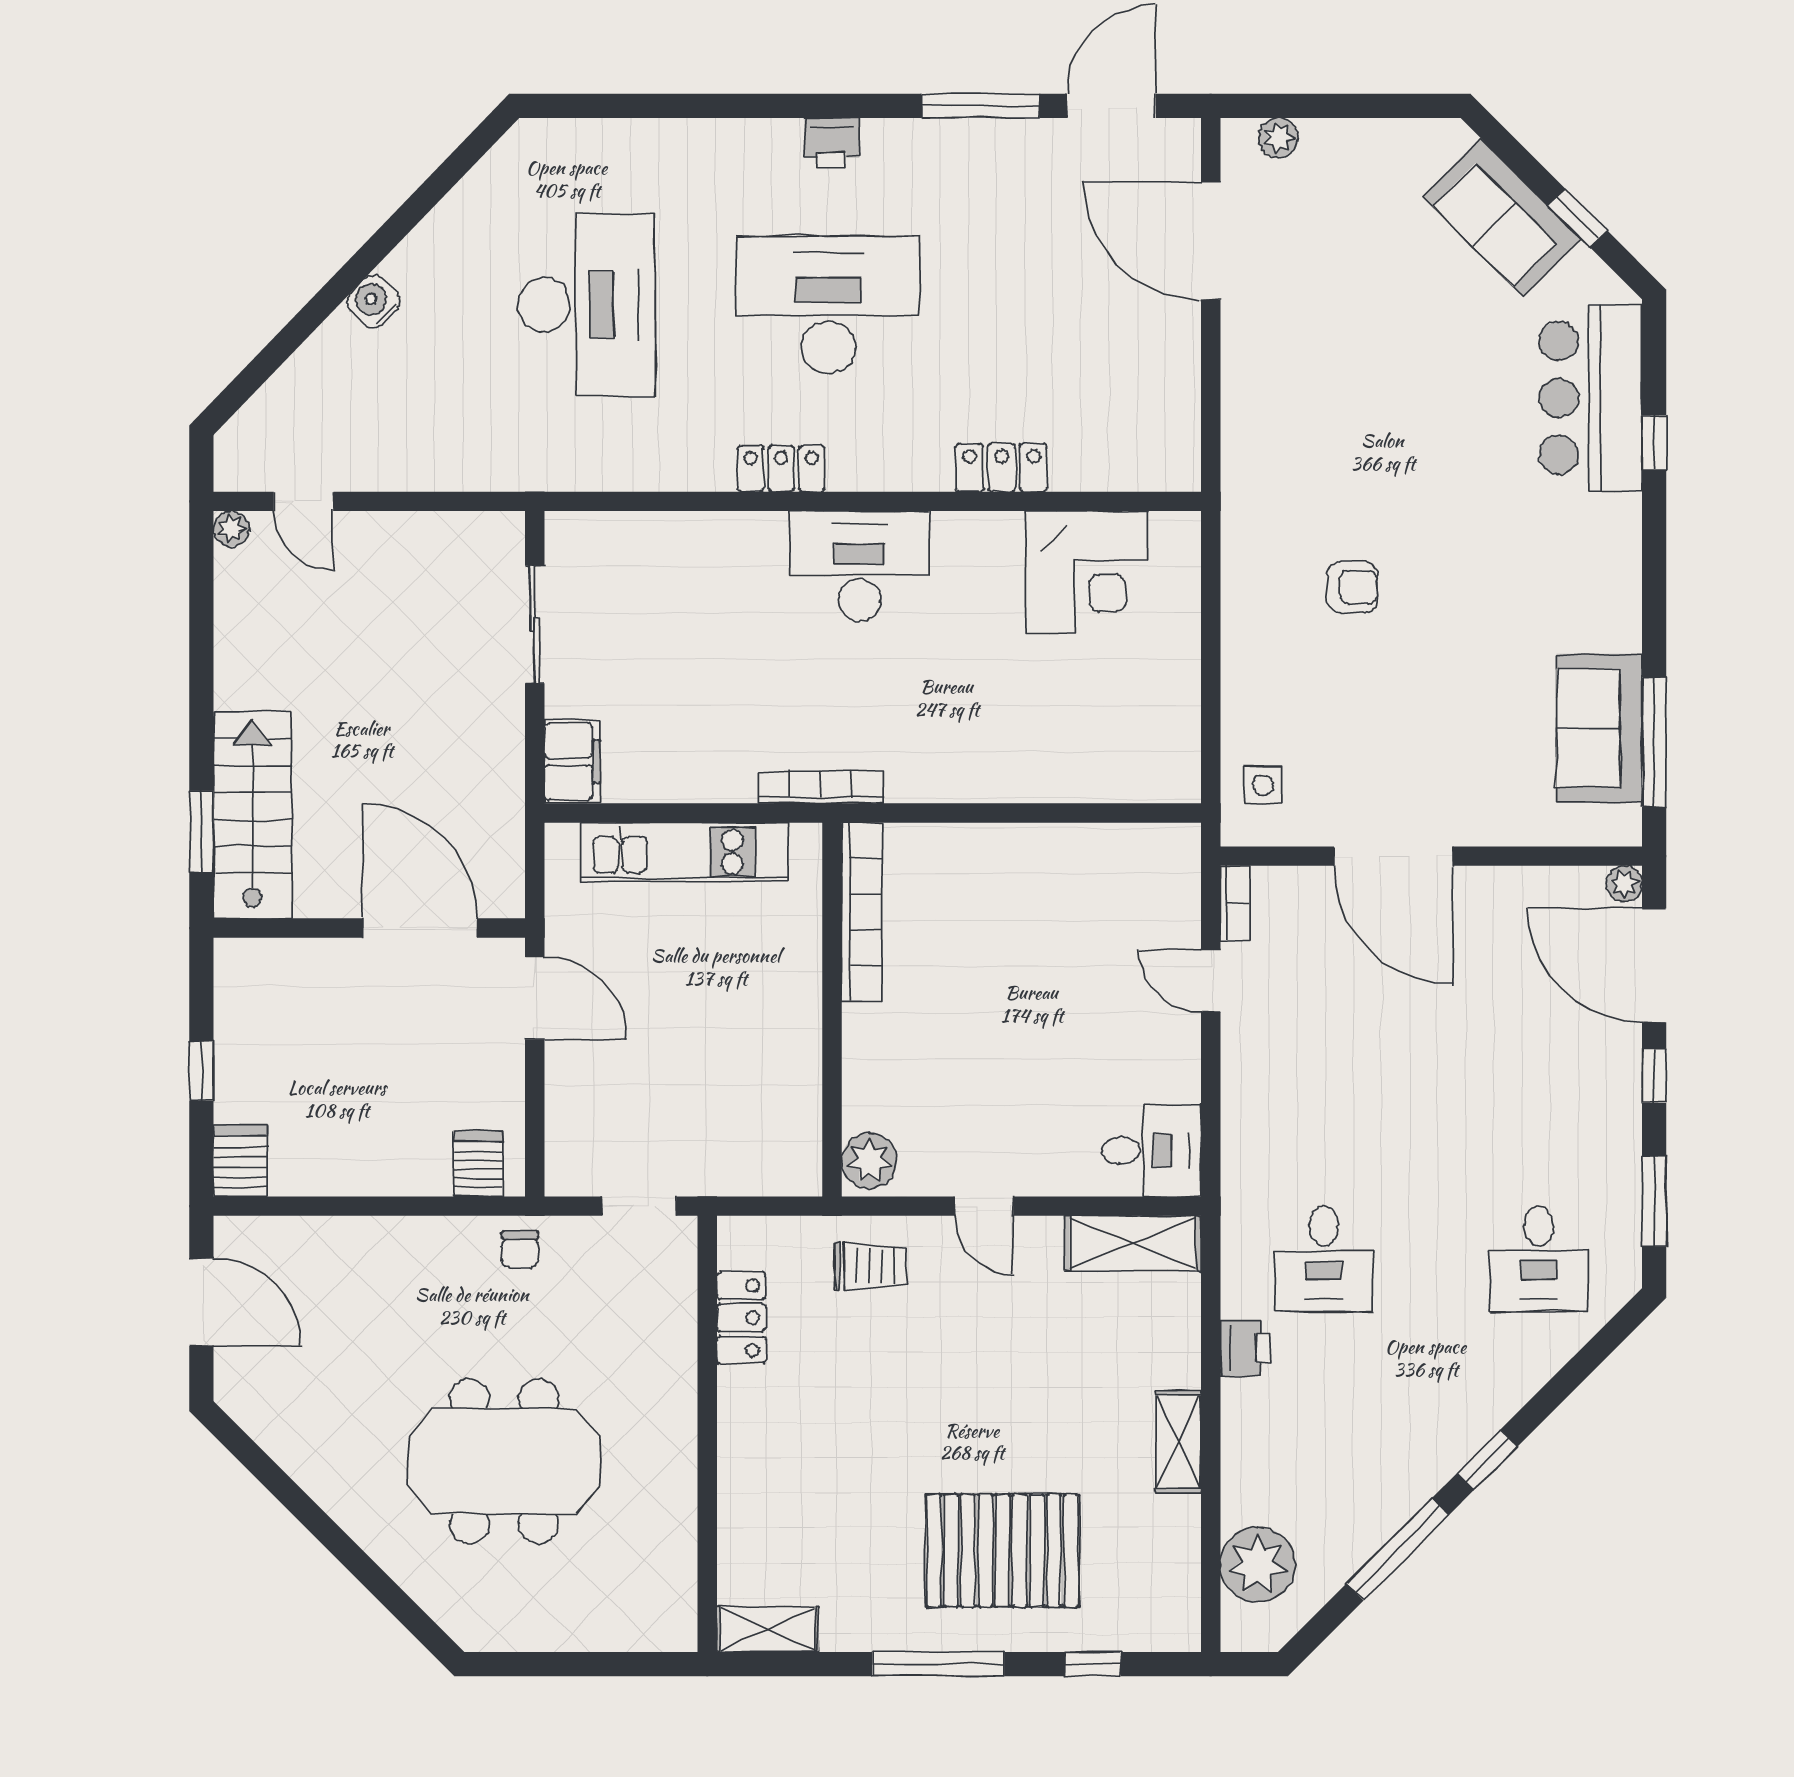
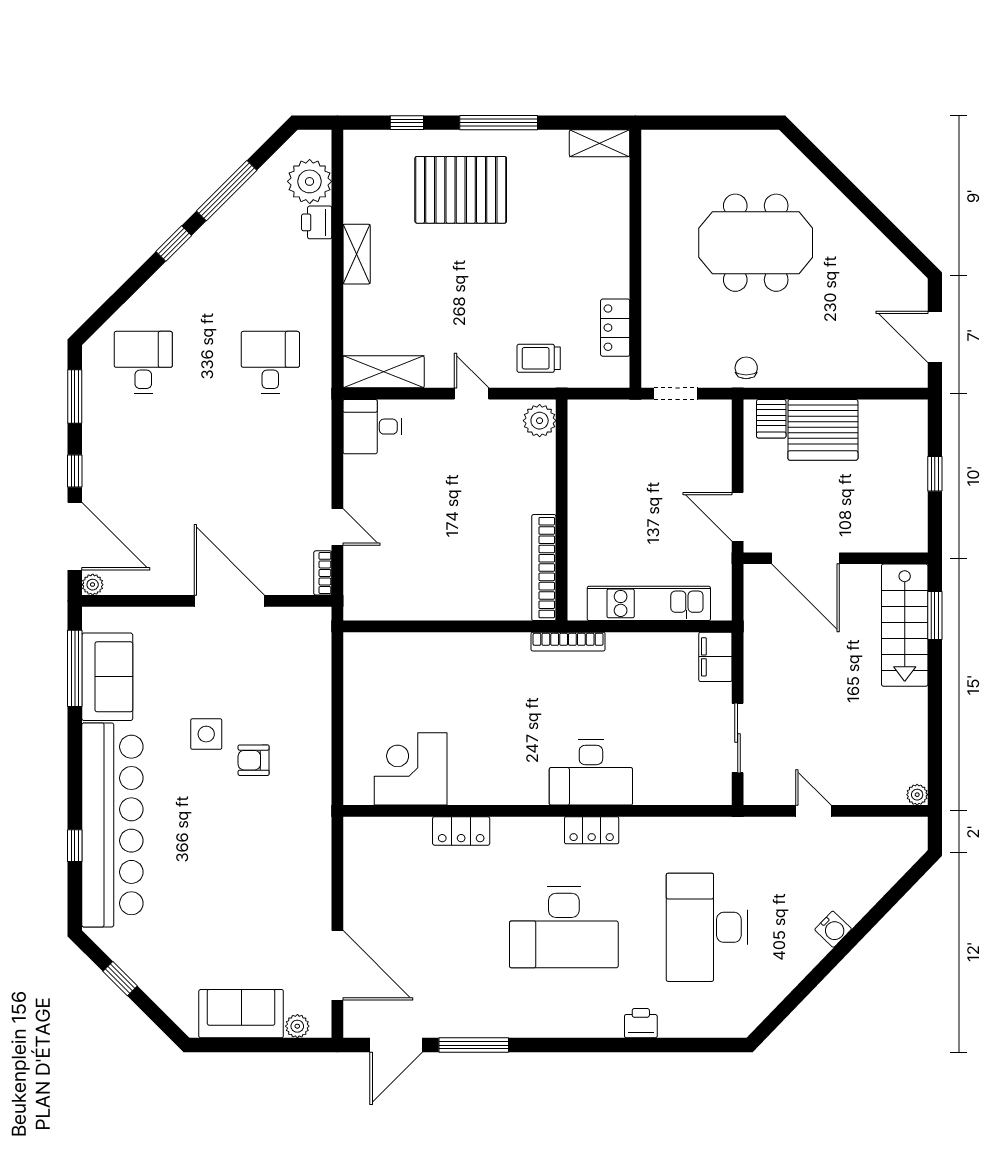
printer: (832, 143) -> (641, 1023), moved
sofa: (1502, 217) -> (241, 1014), moved, turned -45
bar counter: (1591, 398) -> (112, 825), width x1.86
door: (304, 501) -> (813, 811), moved
desk: (860, 566) -> (591, 773), moved
side table: (1263, 785) -> (206, 734), moved, width x1.37, depth x1.37
server rack: (240, 1161) -> (823, 430), moved, width x2.18, depth x1.44
printer: (1246, 1348) -> (317, 222), moved

